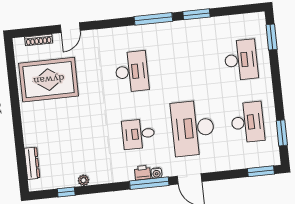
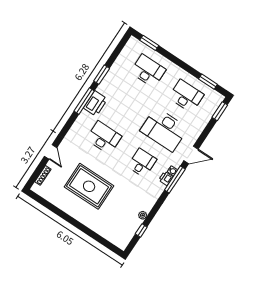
printer: (161, 33) -> (96, 103), added
rug: (49, 80) -> (89, 186), moved, turned 90
desk: (138, 134) -> (142, 163), turned 180
dresser: (32, 163) -> (109, 236), removed

